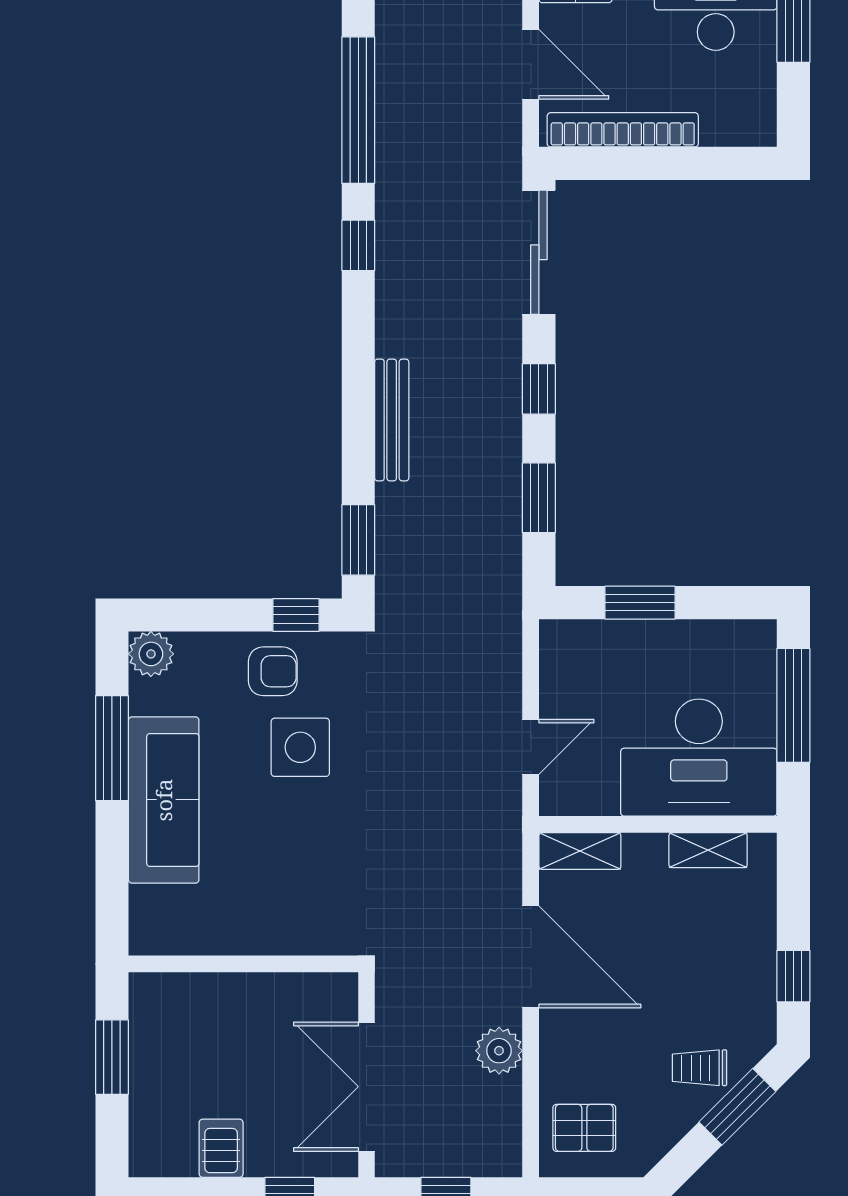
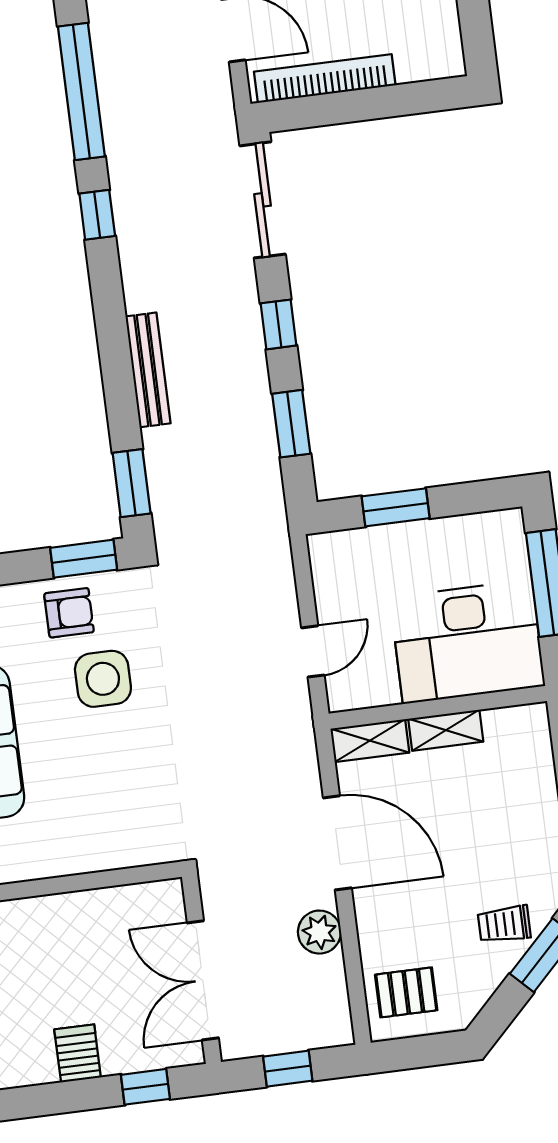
window: (296, 615) -> (84, 559), width x1.50
shelving: (708, 850) -> (446, 730), moved

